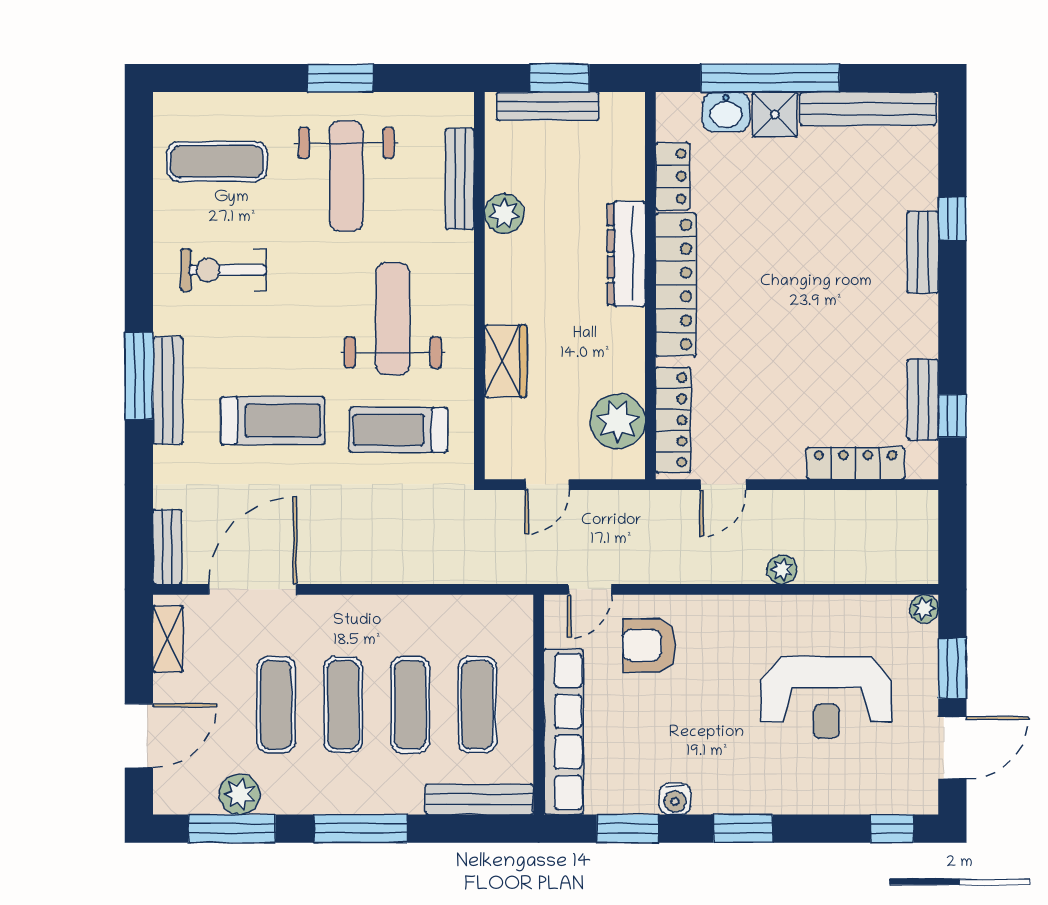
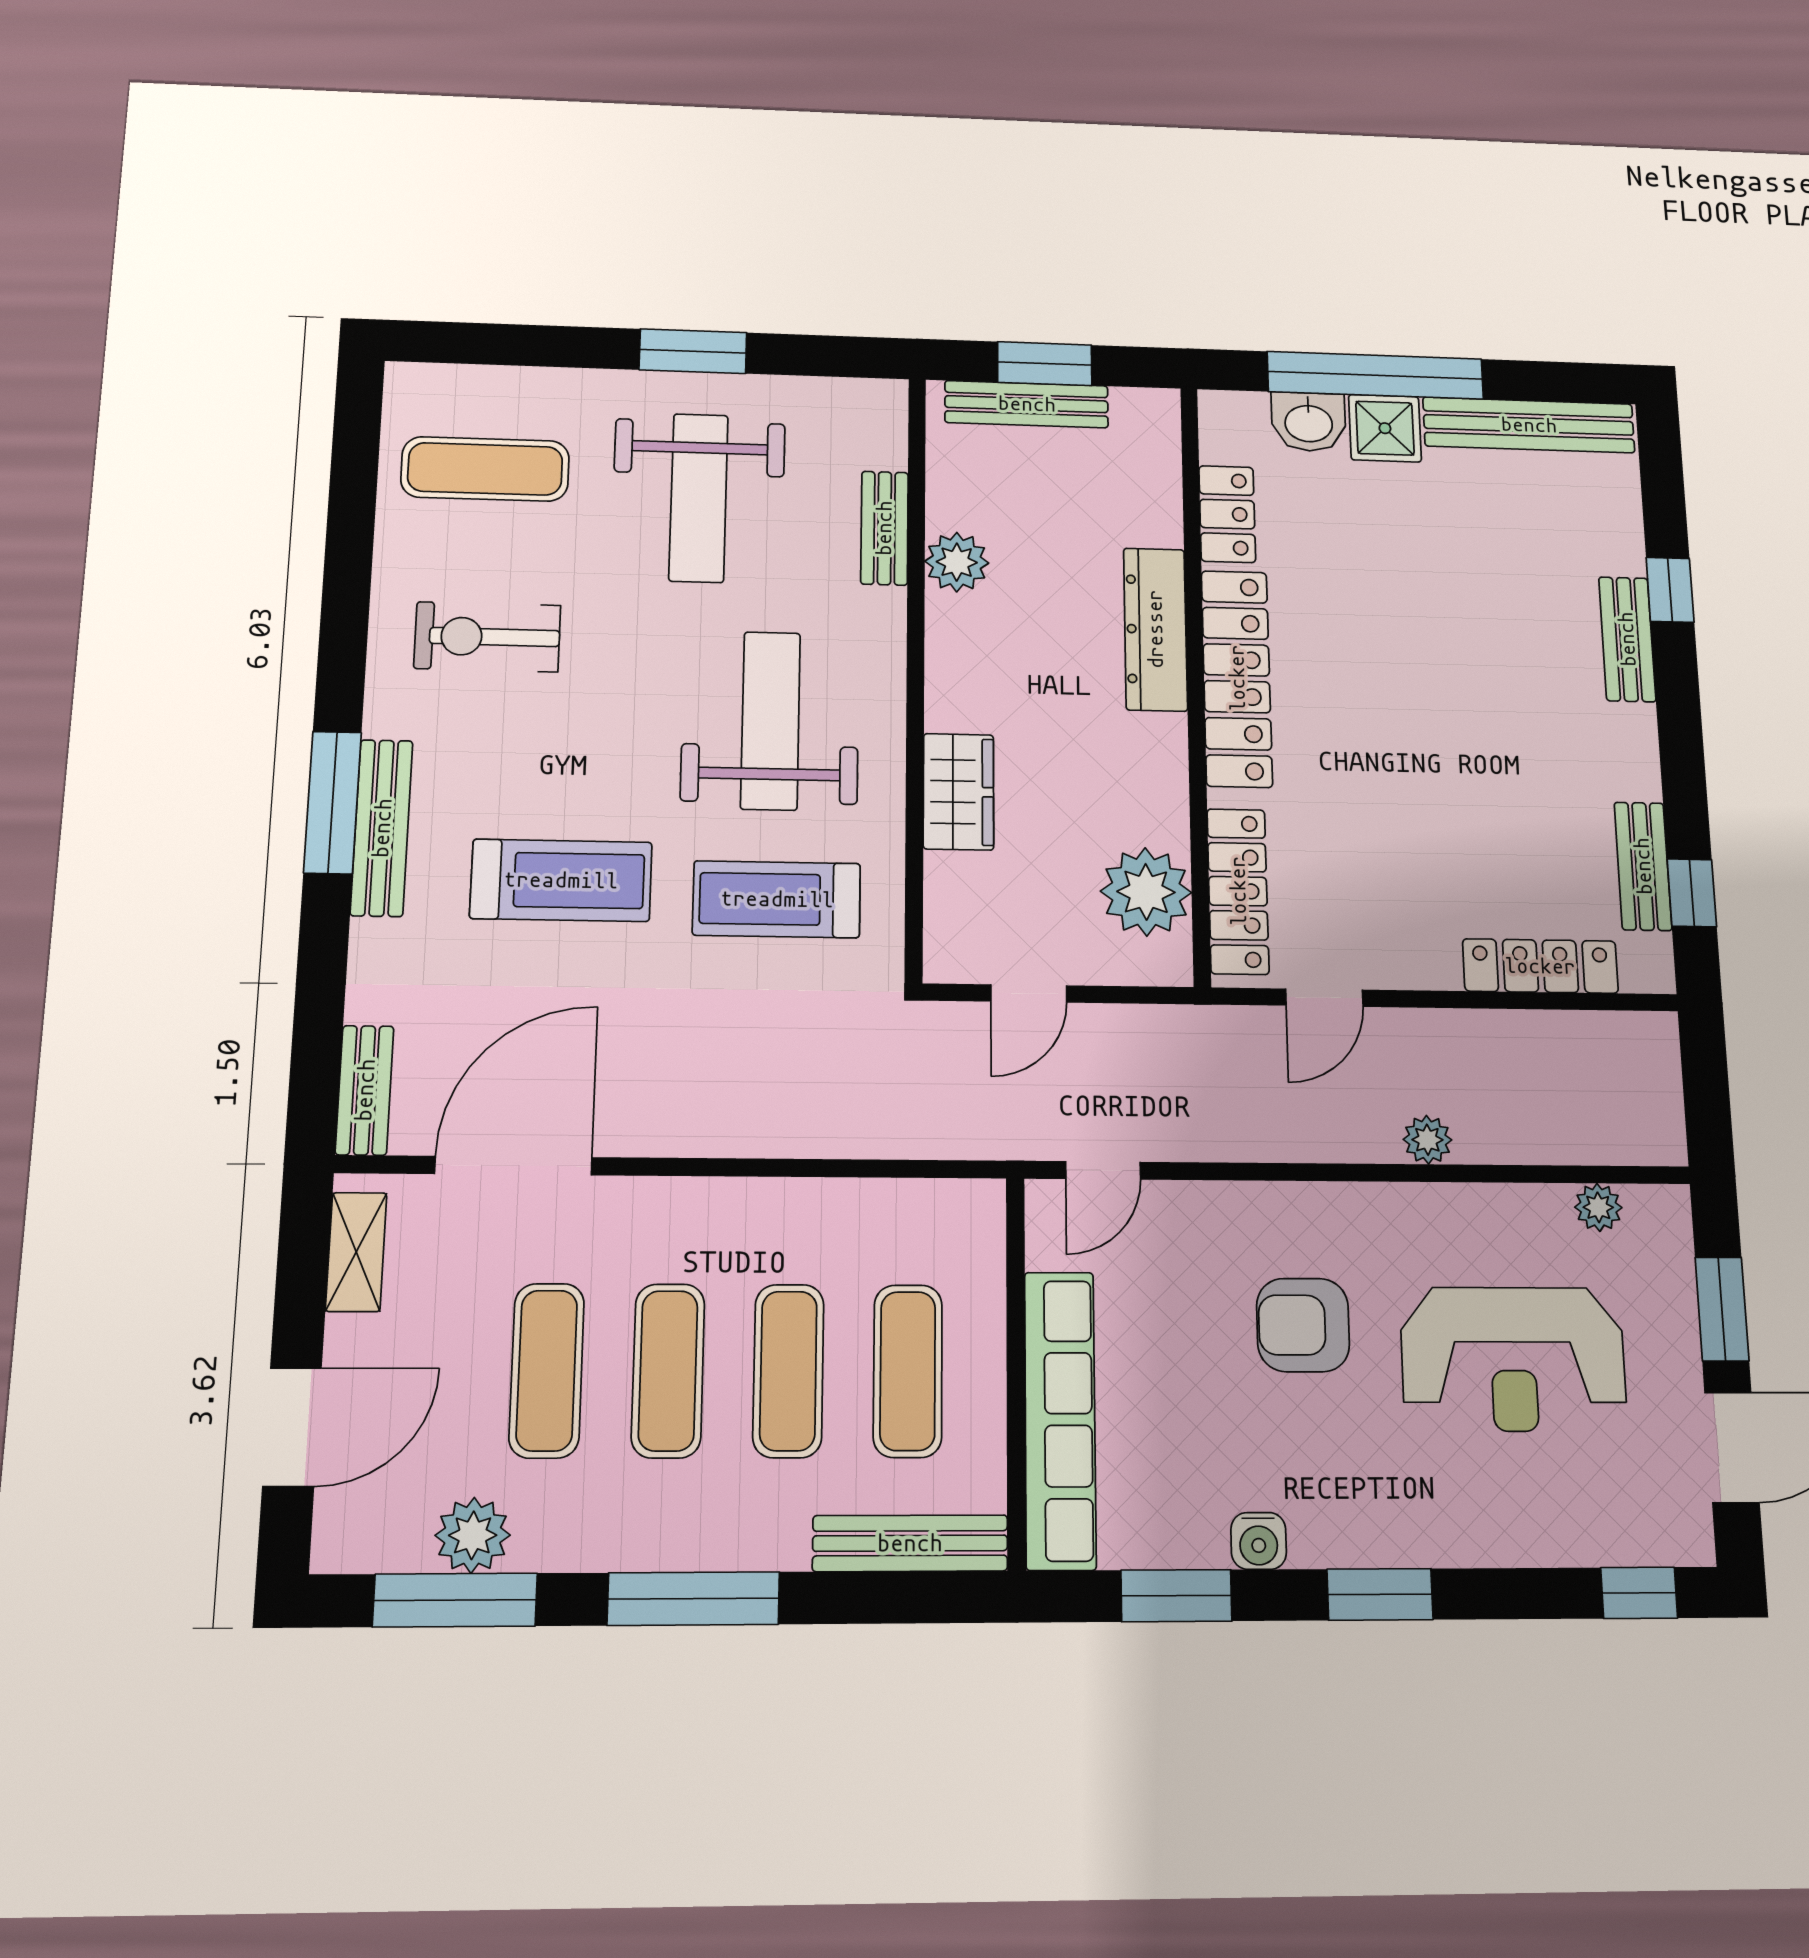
bench: (460, 179) -> (884, 528), width x0.73
plant: (924, 609) -> (1598, 1207), moved
armchair: (649, 645) -> (1303, 1325), moved

